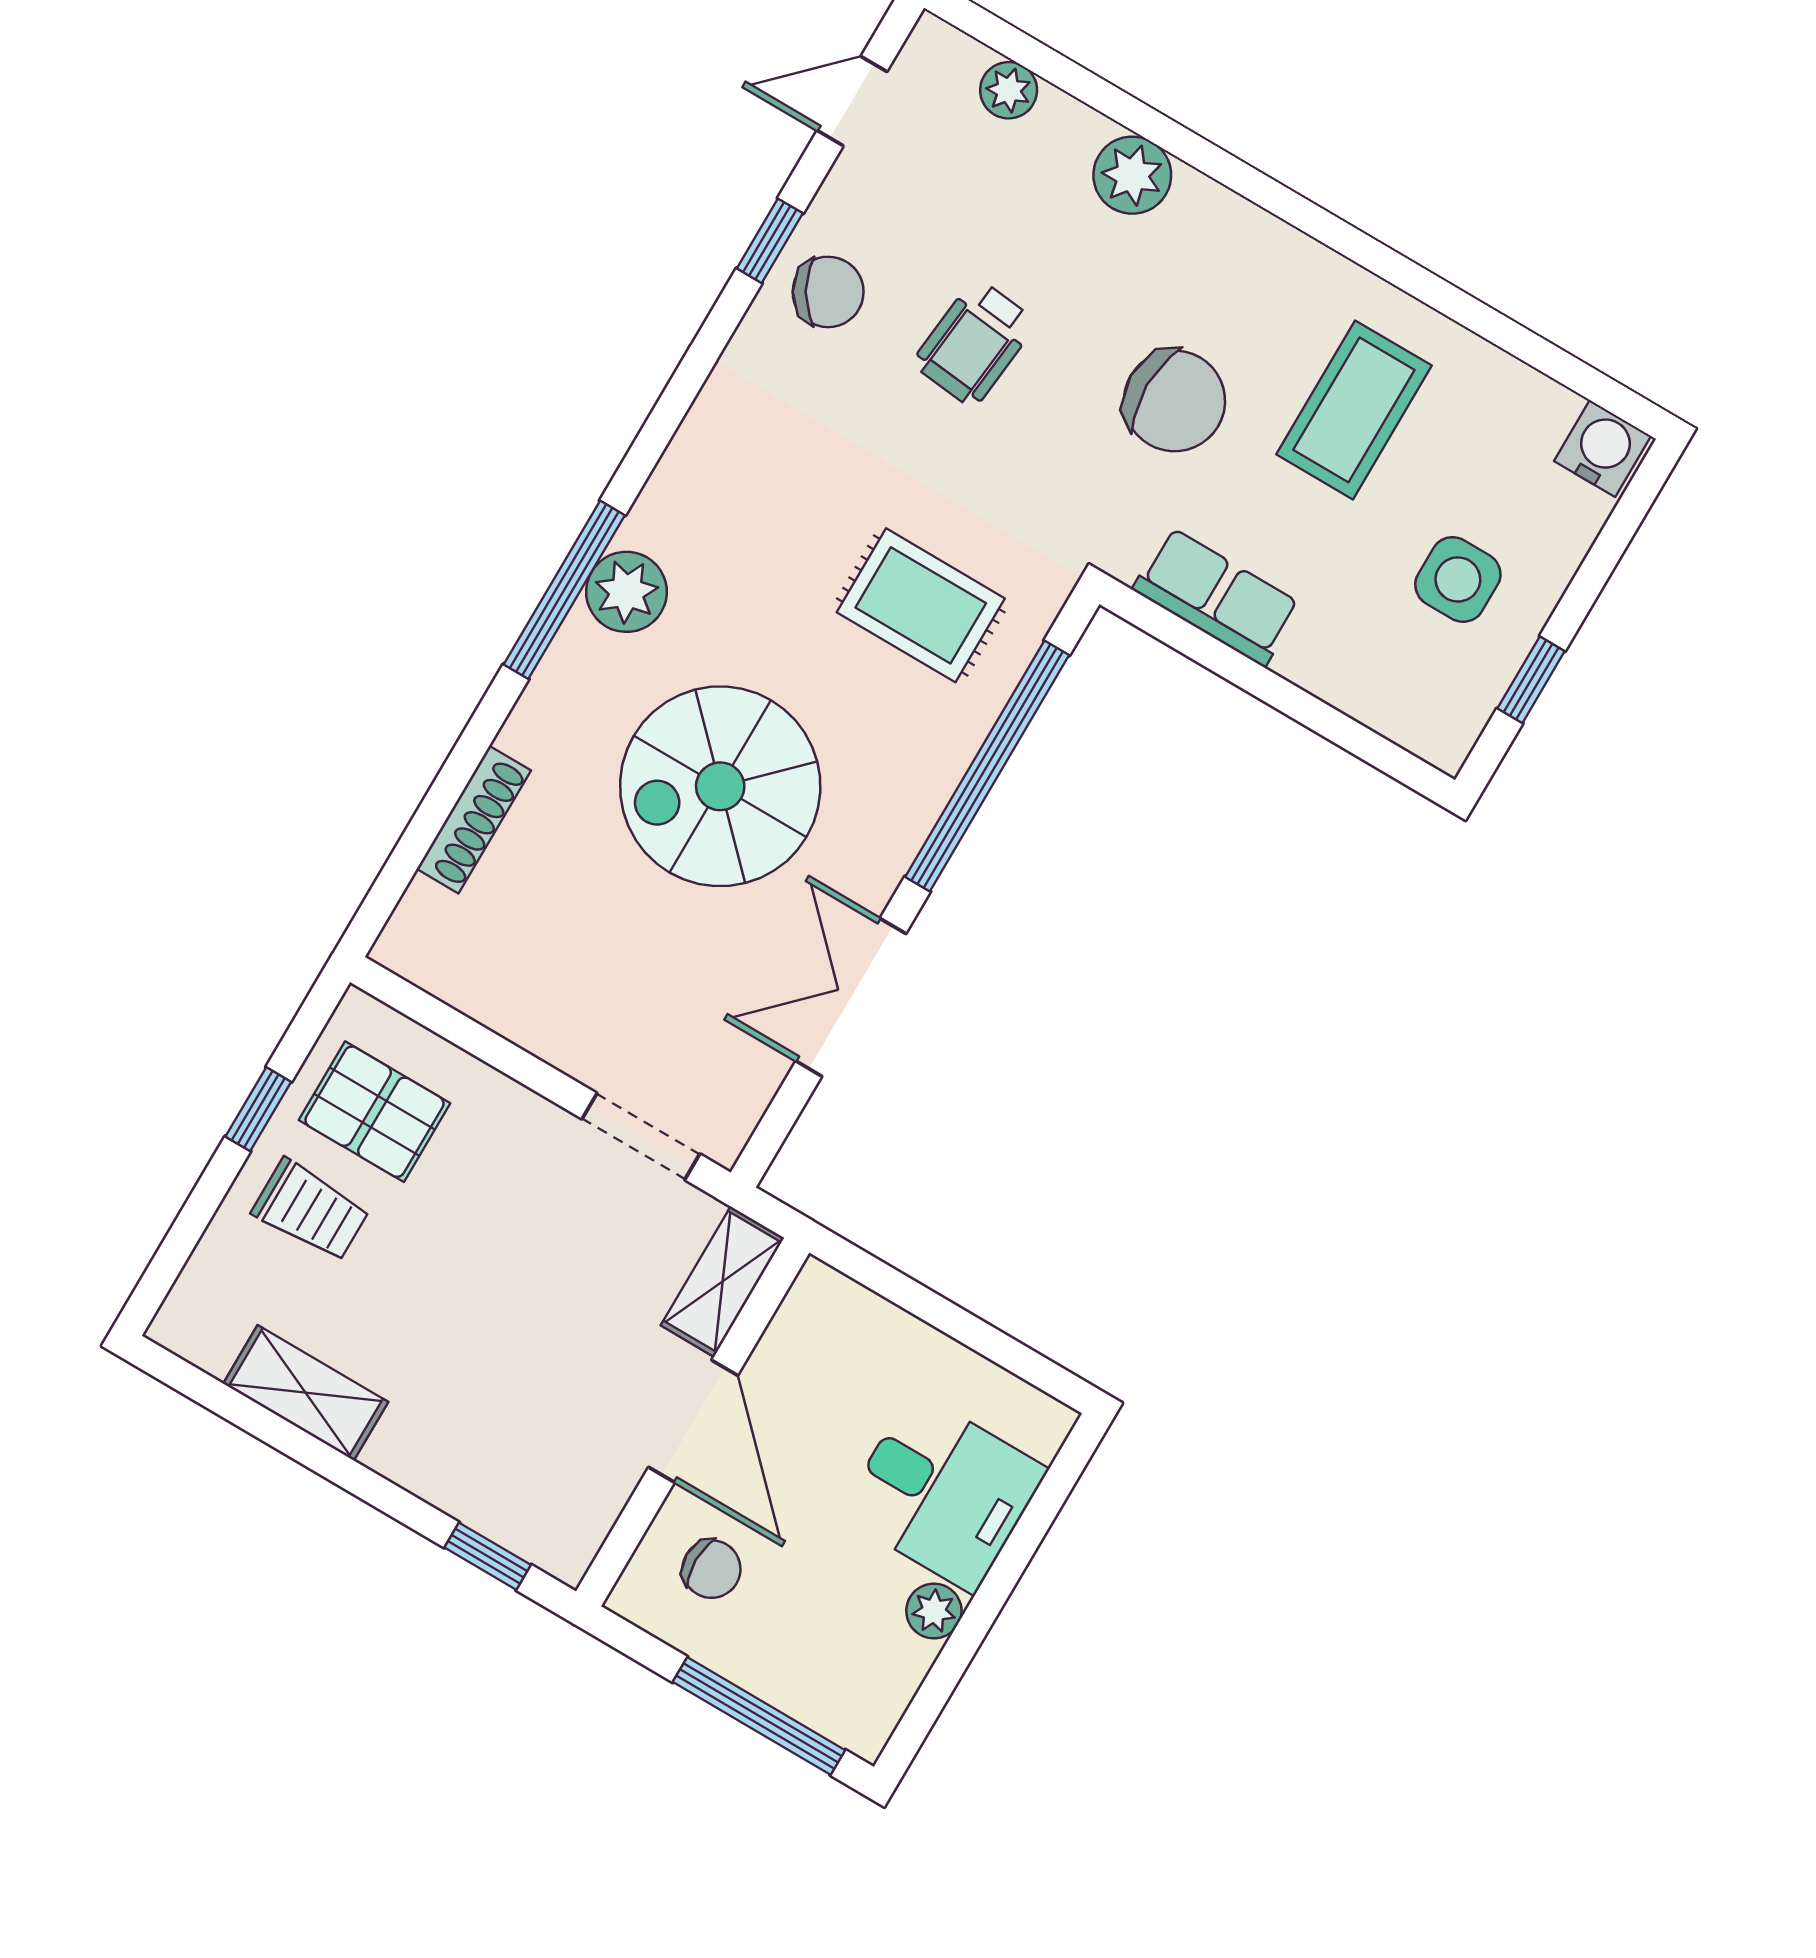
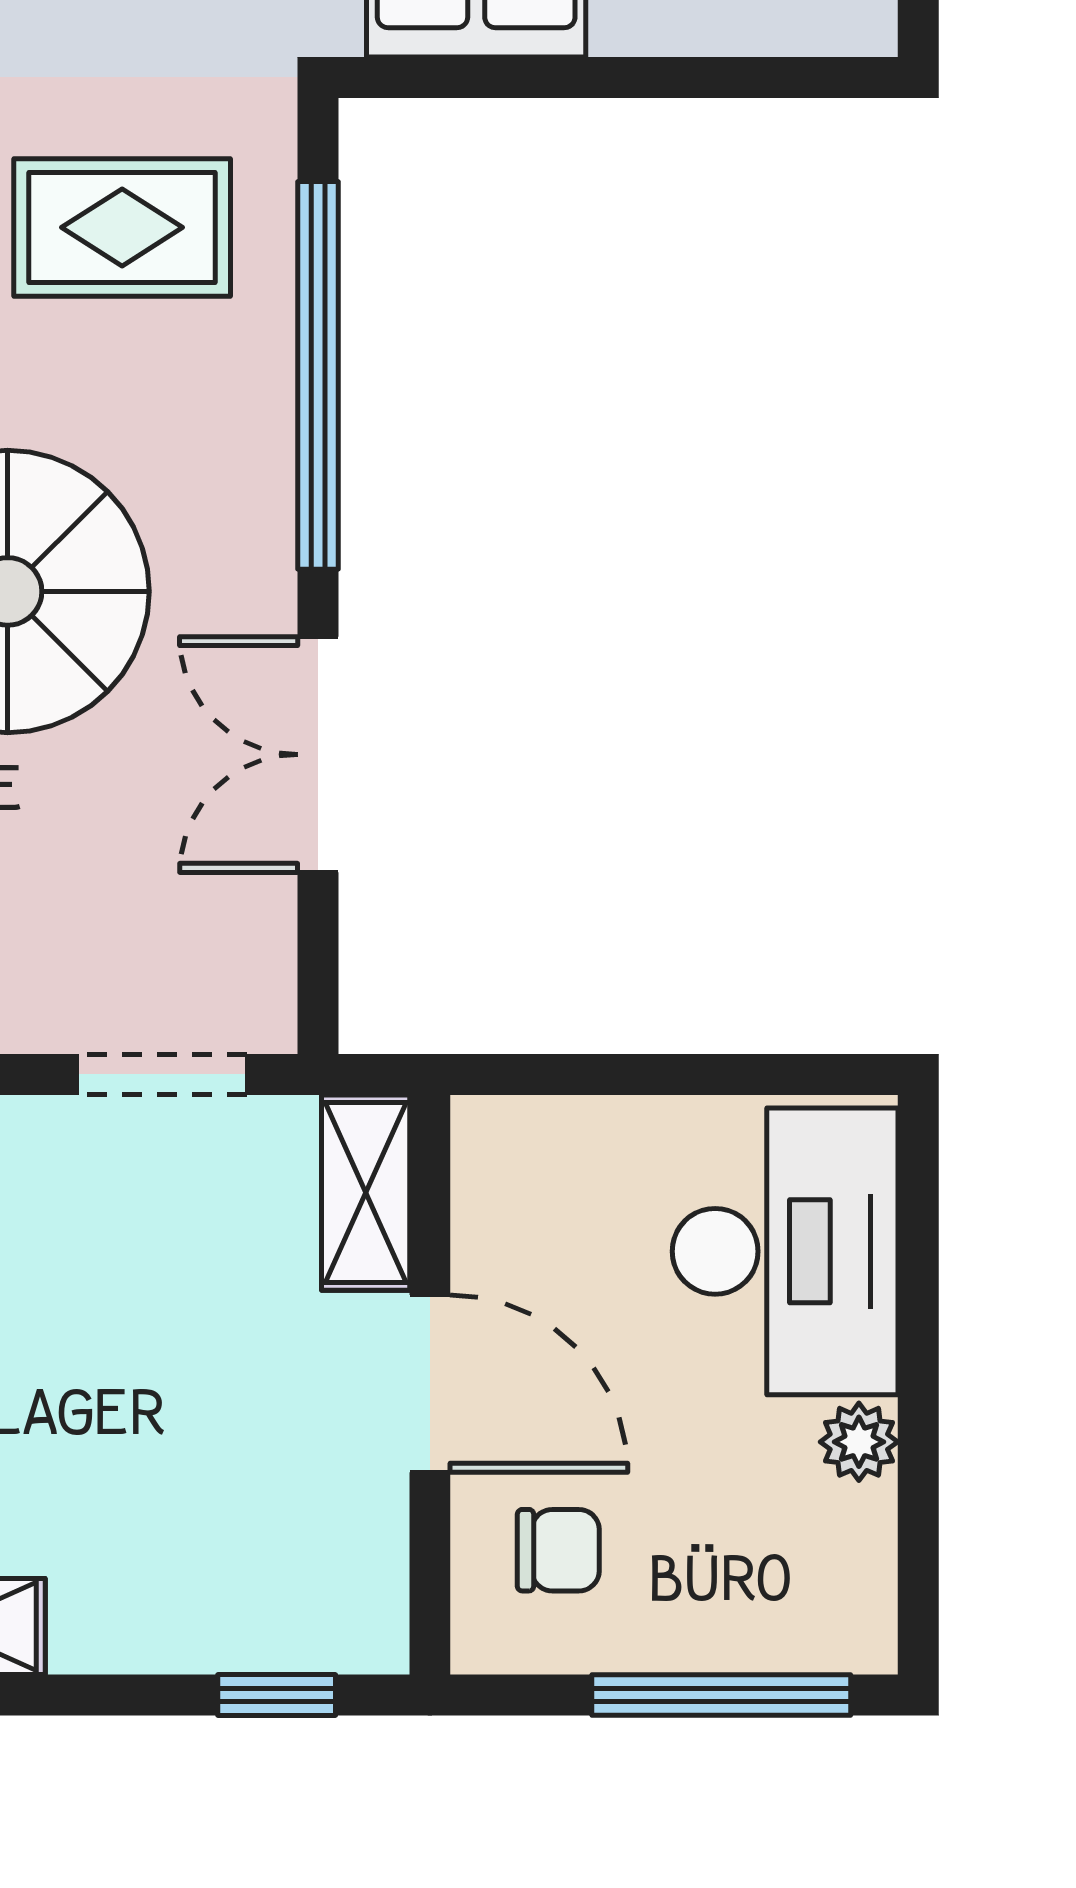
desk: (943, 1492) -> (785, 1251), width x1.37

